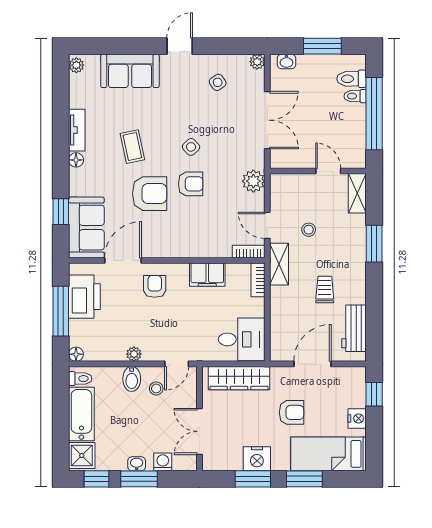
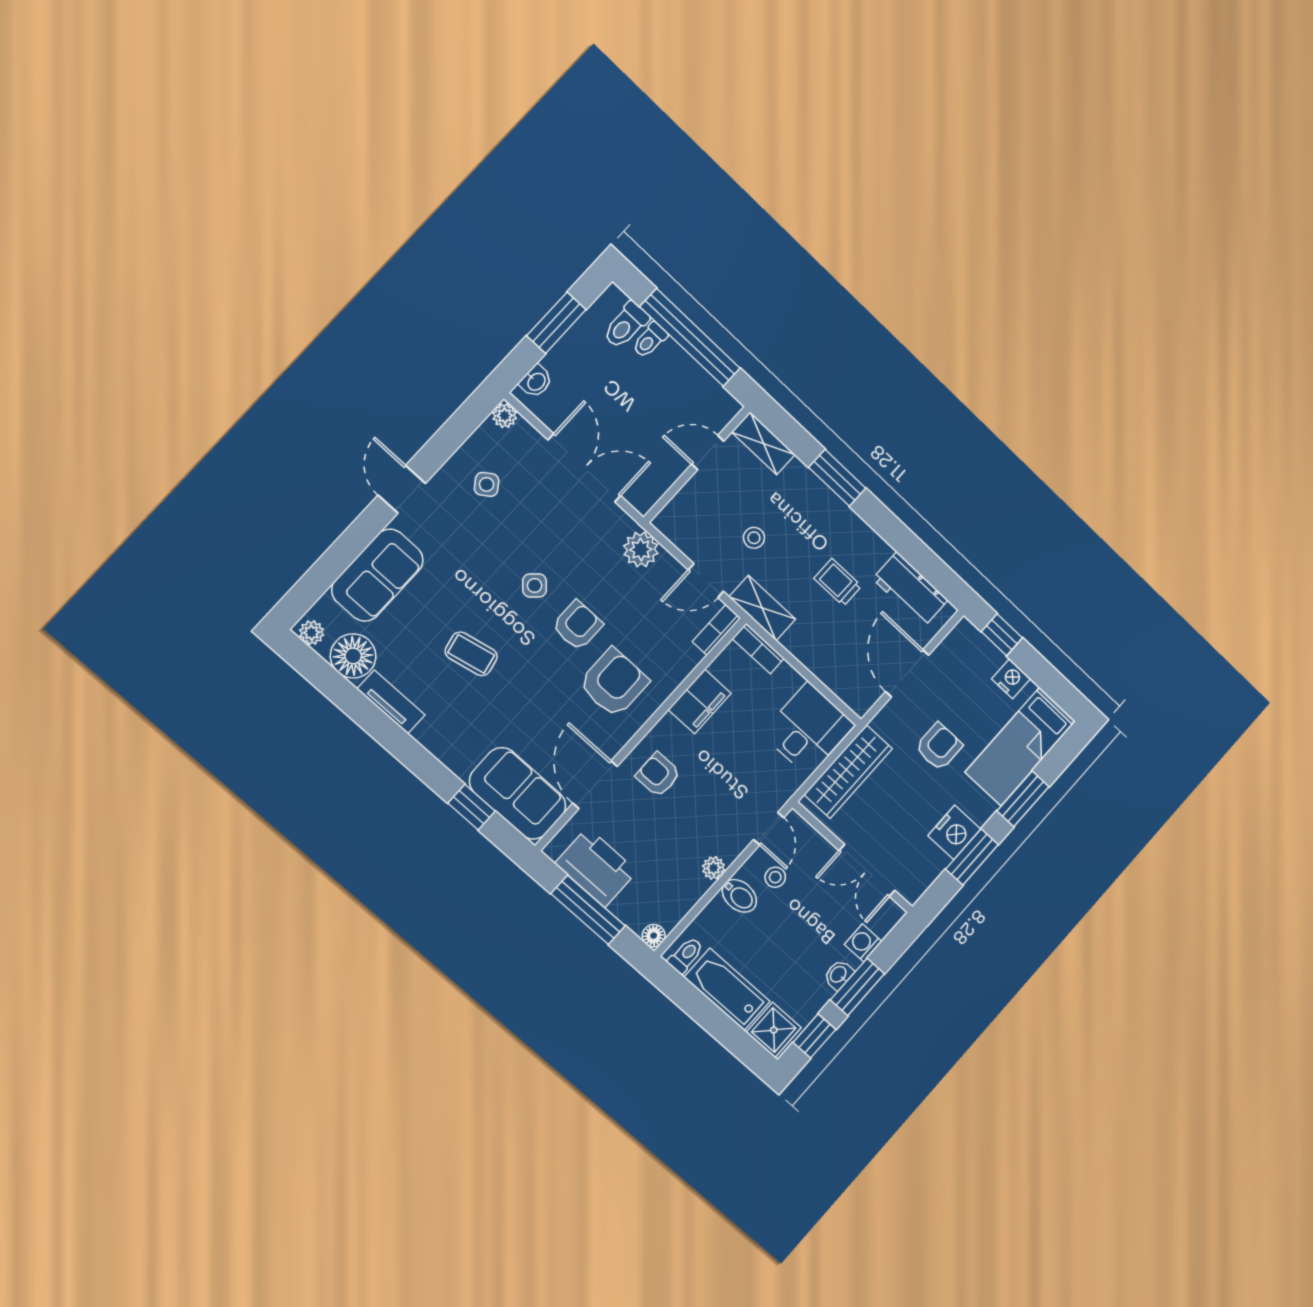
floor lamp: (76, 160) -> (353, 656), moved, width x1.89, depth x1.89
armchair: (150, 194) -> (614, 683), moved

